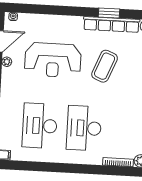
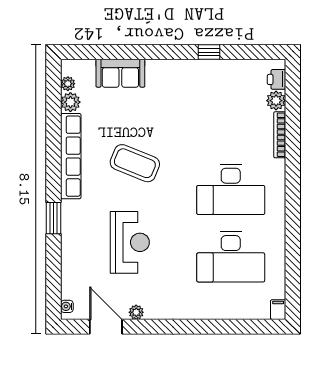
window: (109, 13) -> (54, 218), moved
reception desk: (53, 60) -> (130, 242), width x0.74, depth x0.77

